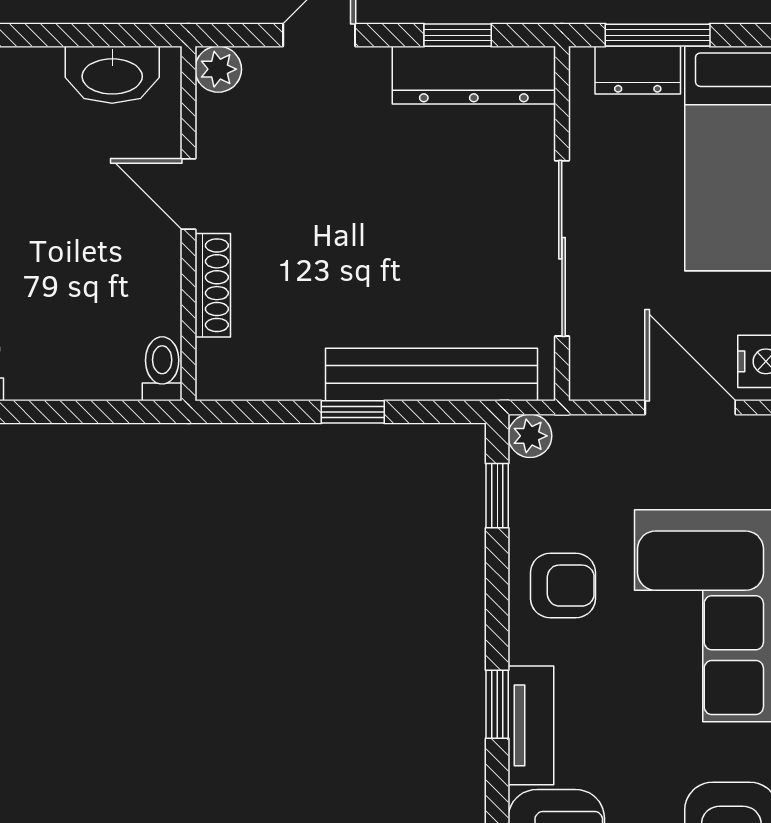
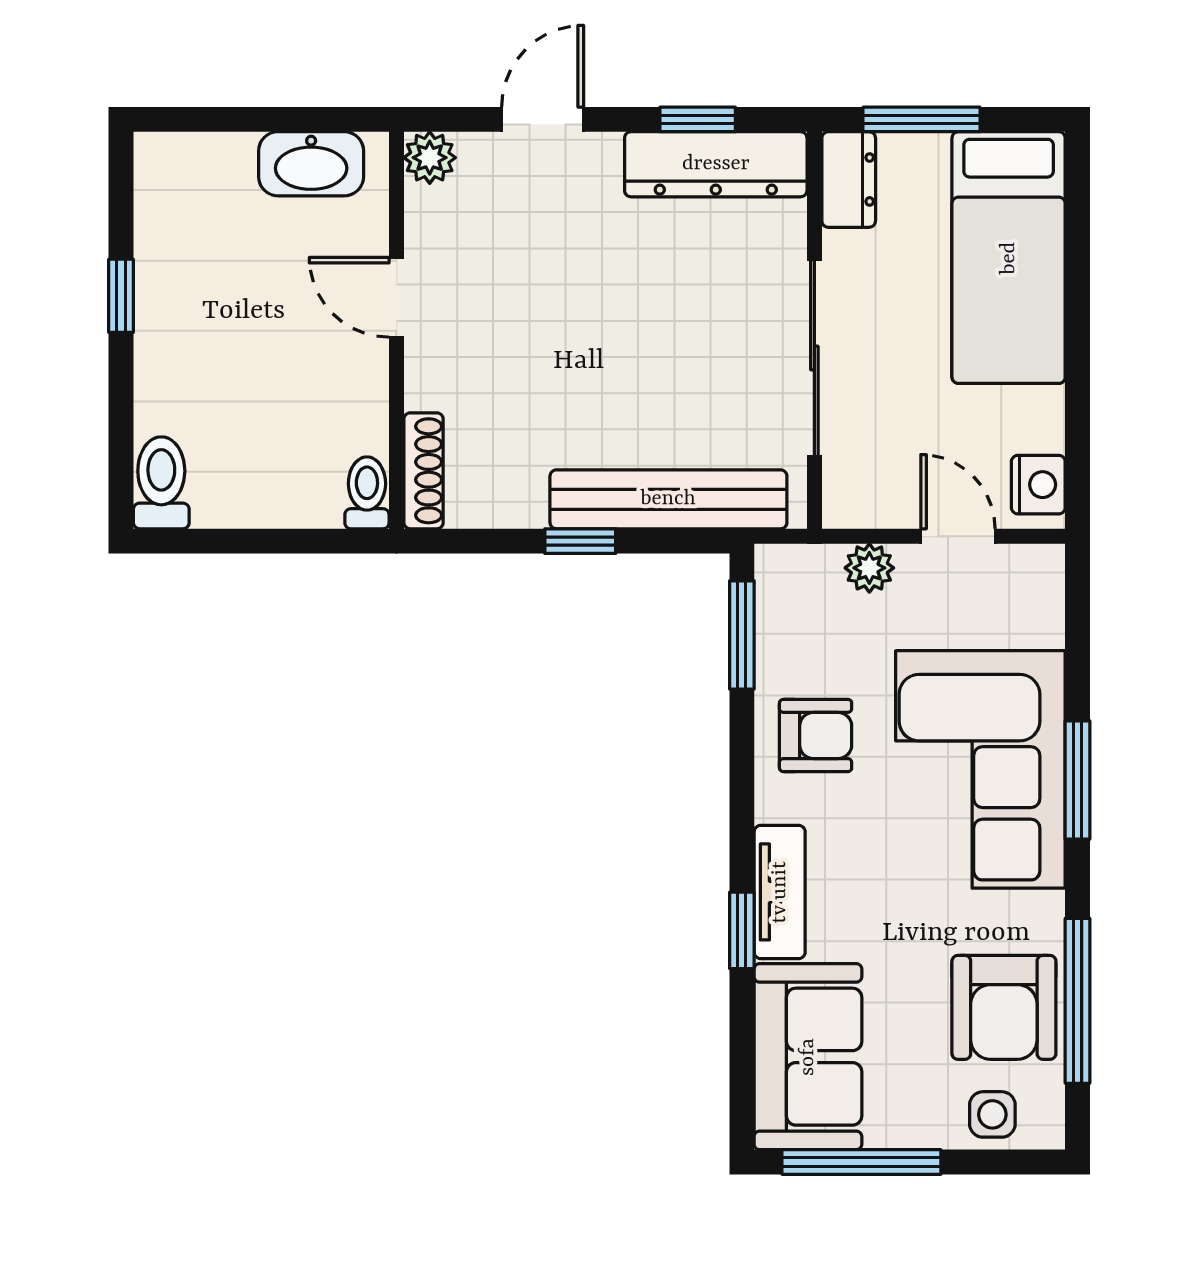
dresser: (638, 70) -> (849, 179), moved, turned -90
shoe rack: (213, 285) -> (424, 471), moved
door: (690, 407) -> (958, 536), width x0.73
plant: (530, 436) -> (869, 568), moved
window: (497, 496) -> (742, 635), width x1.50
window: (497, 704) -> (742, 930), moved

